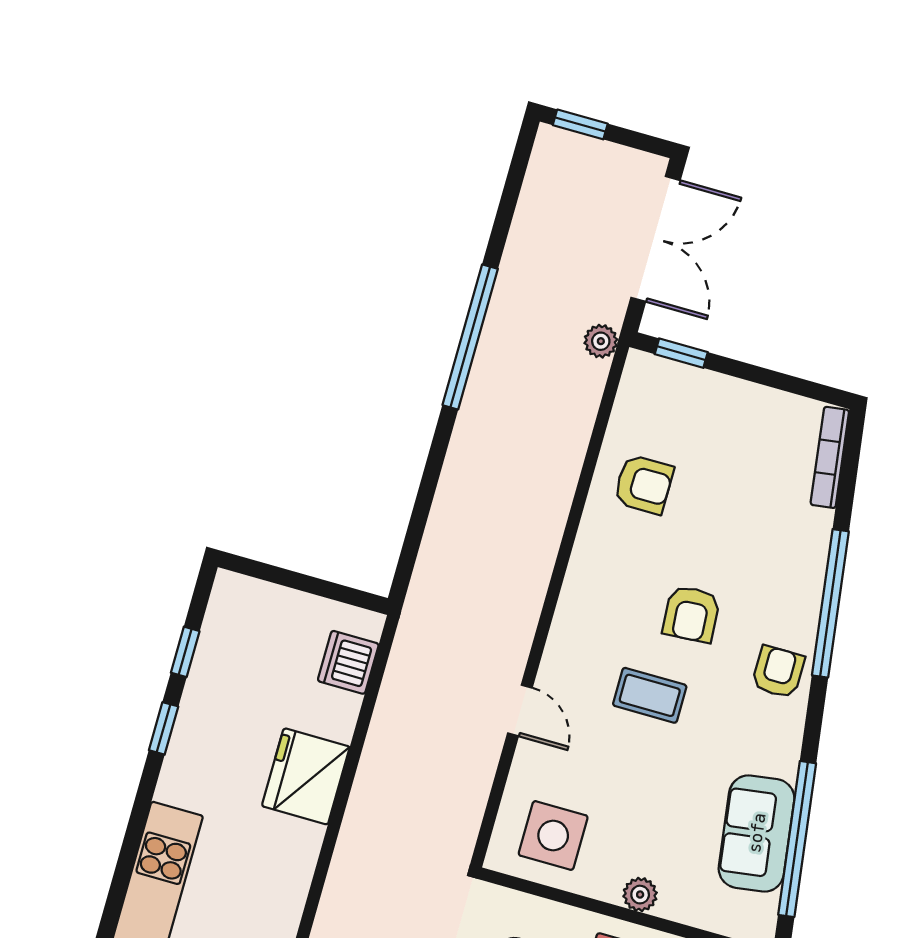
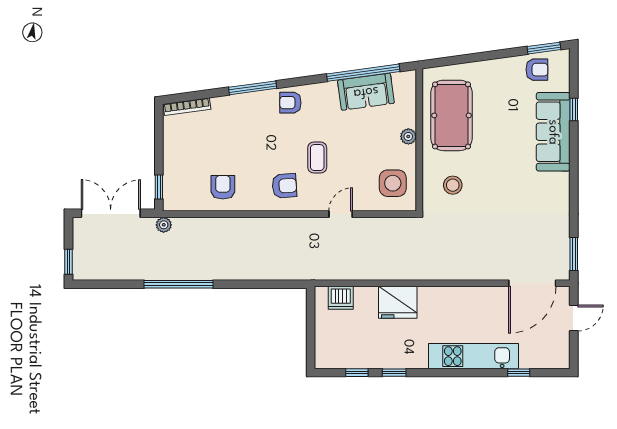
window: (830, 603) -> (253, 88), width x0.68
armchair: (691, 614) -> (284, 186), moved

